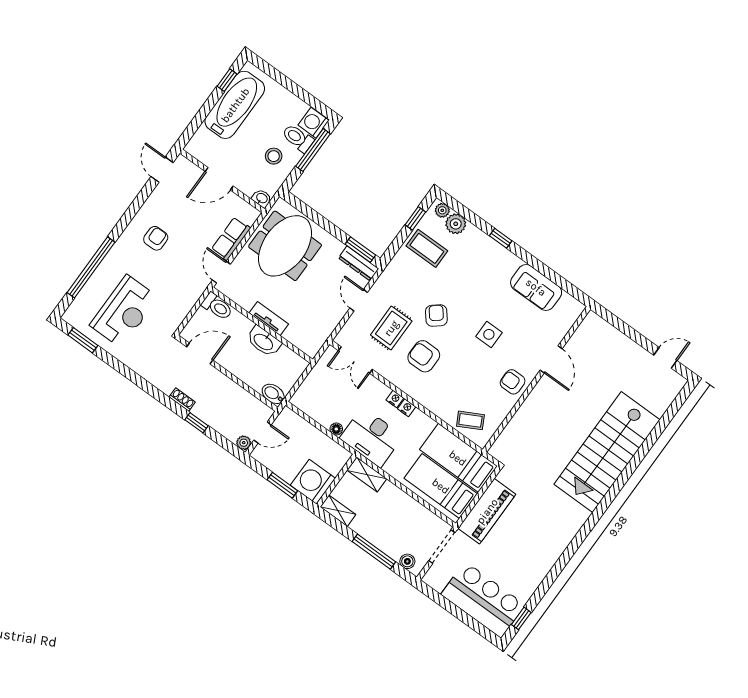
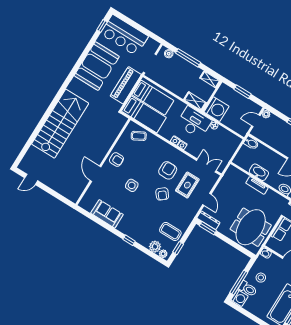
armchair: (424, 356) -> (168, 170), turned -90
washing machine: (313, 482) -> (216, 109), moved
booth: (535, 549) -> (97, 66), added

